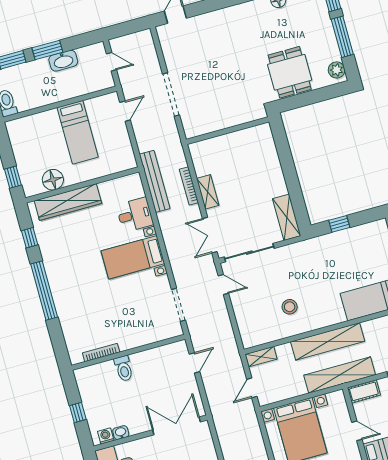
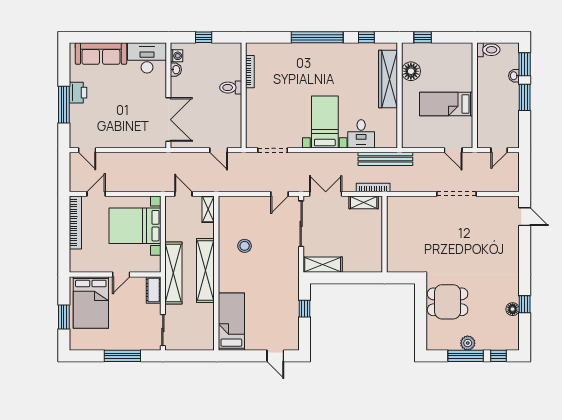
washbasin: (63, 61) -> (514, 76), moved, width x0.52, depth x0.69
plant: (337, 70) -> (468, 343), moved
wall: (228, 131) -> (384, 234), moved

